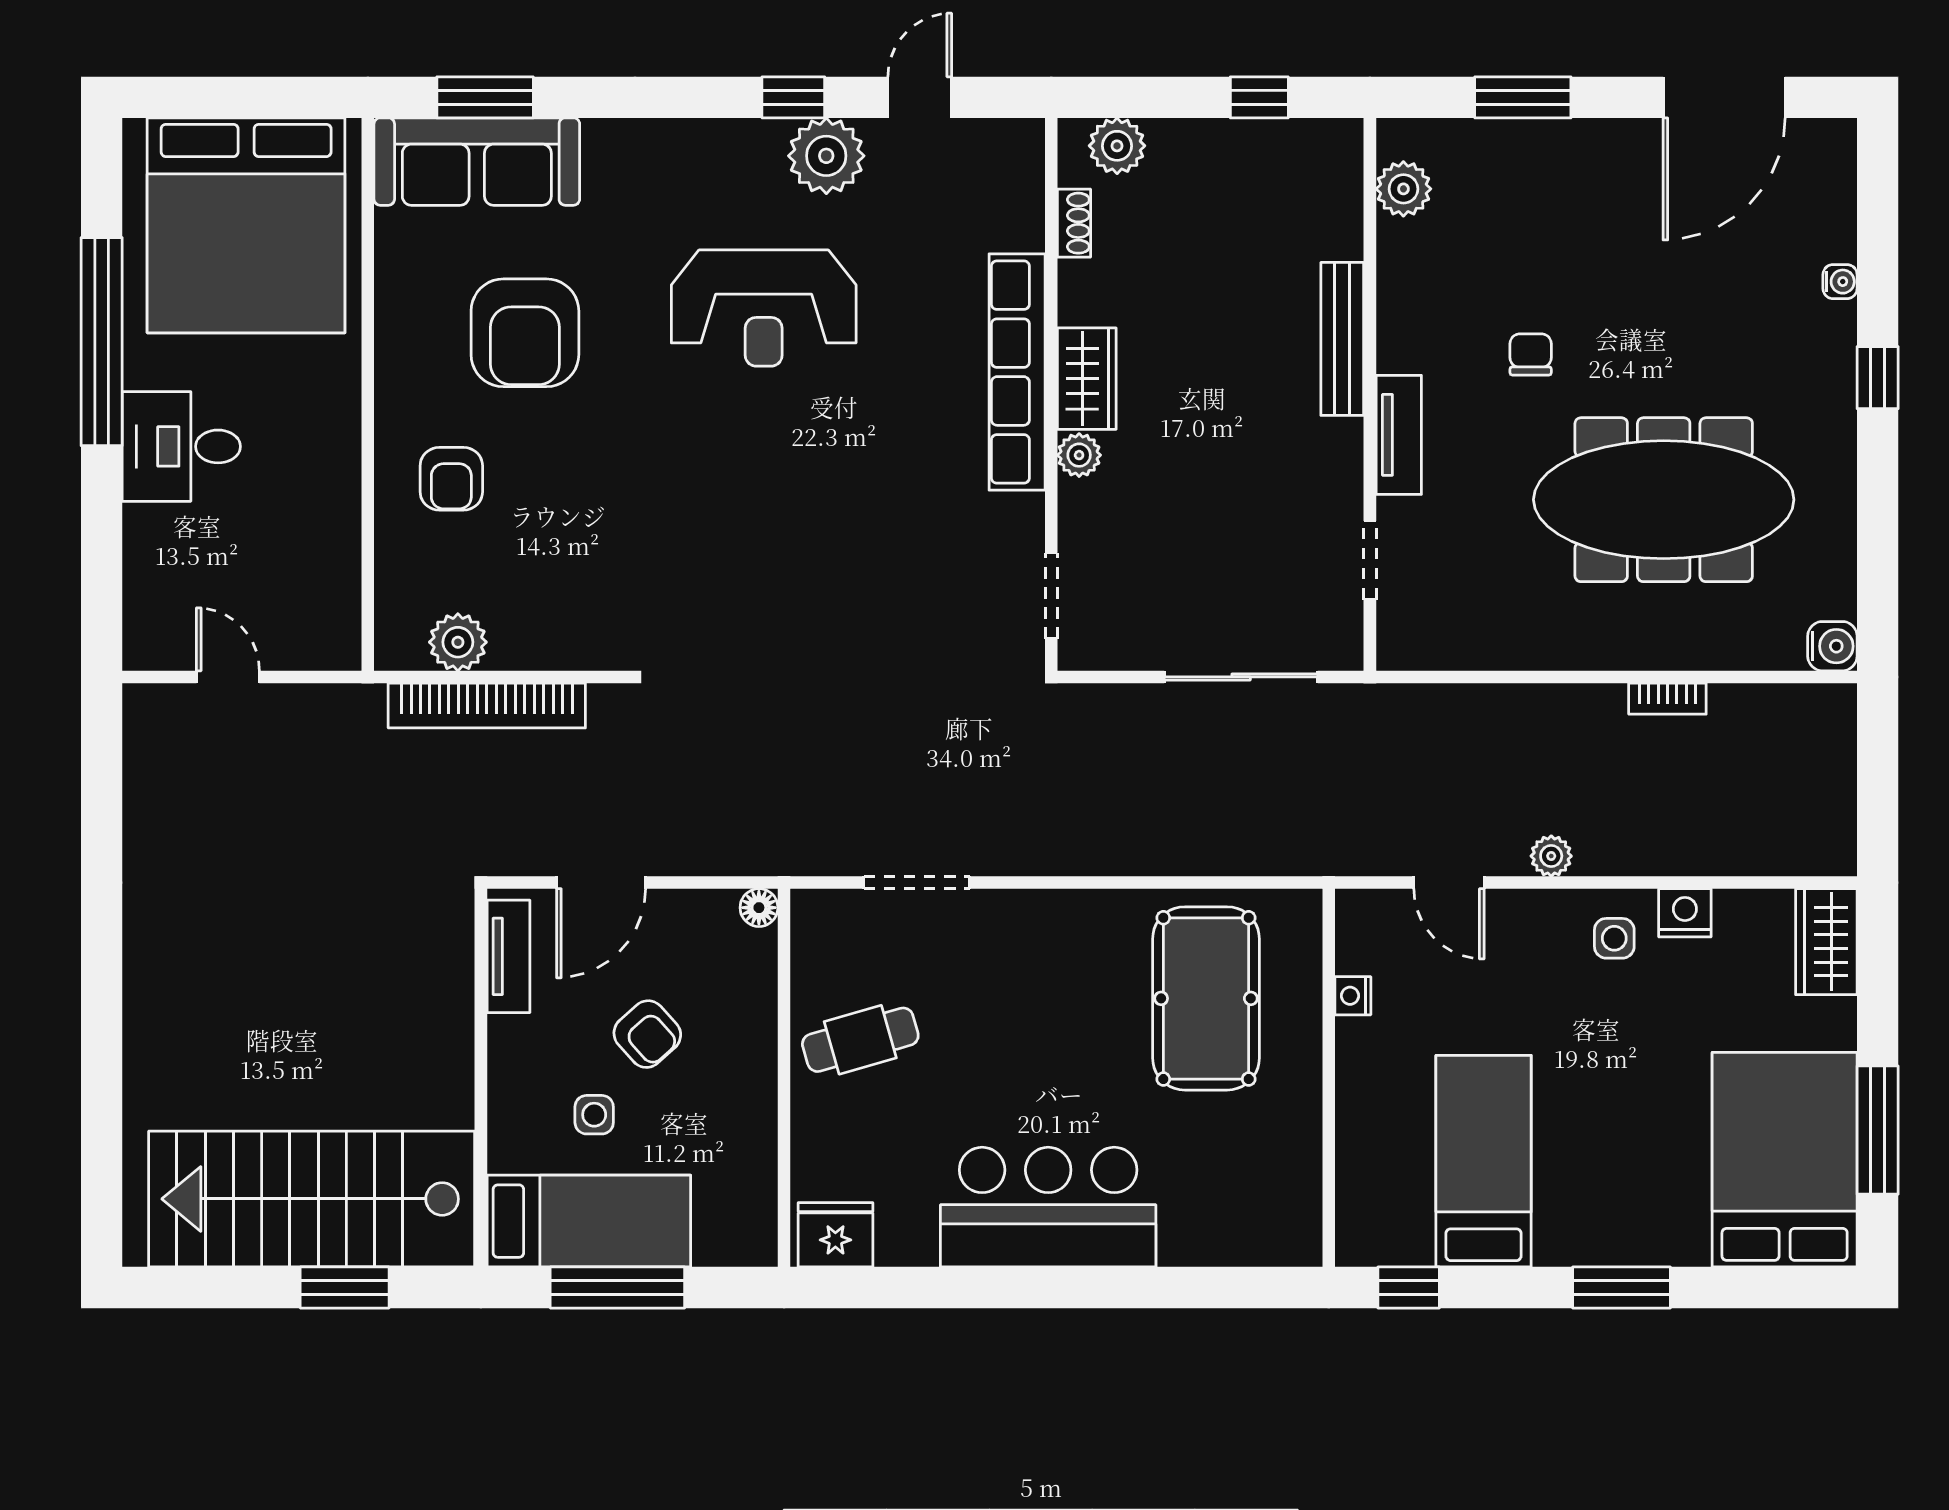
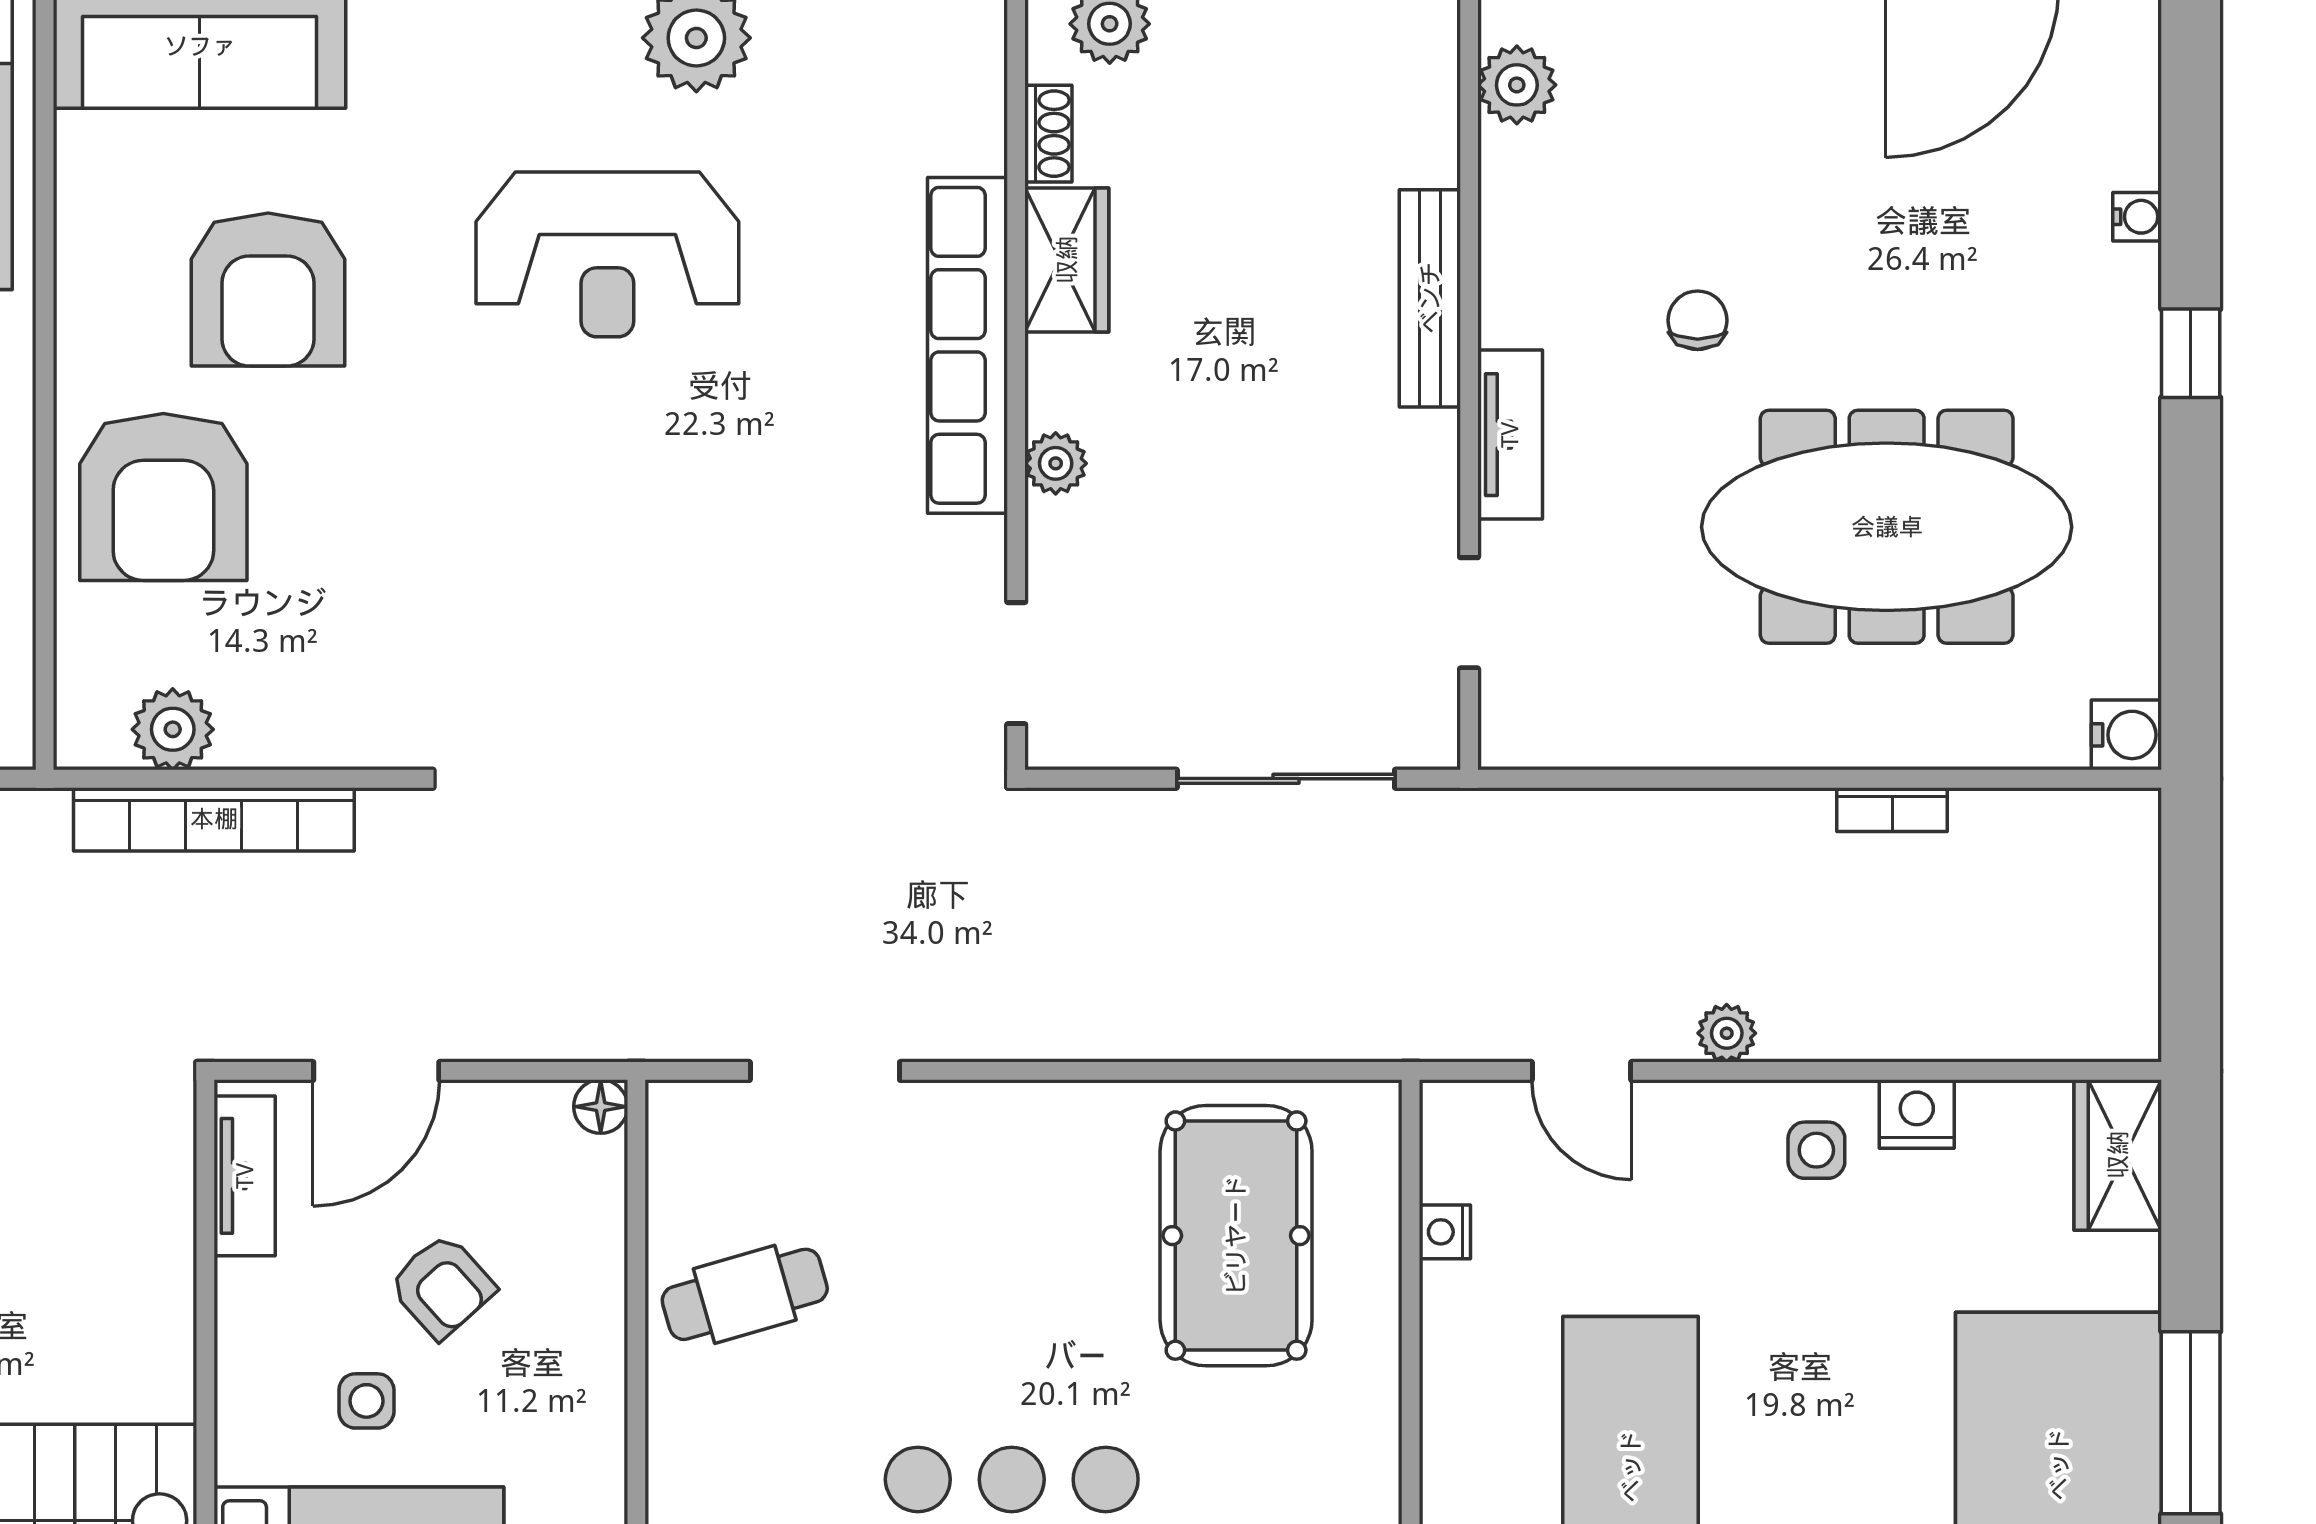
wardrobe: (1087, 379) -> (1067, 260), moved
armchair: (451, 479) -> (163, 497), width x1.88, depth x1.88

